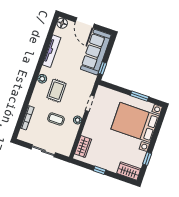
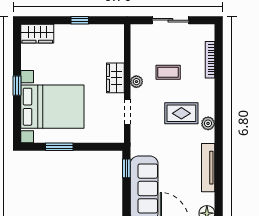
rug: (56, 91) -> (181, 113), turned 90
wardrobe: (83, 146) -> (115, 78), moved
window: (147, 159) -> (17, 86), moved

